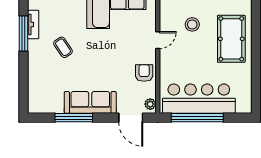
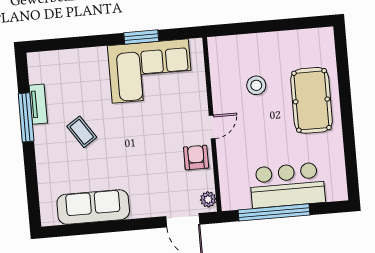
door: (158, 40) -> (212, 127), moved
bar counter: (199, 99) -> (287, 185), width x0.73
sofa: (90, 102) -> (93, 207), moved
window: (74, 118) -> (105, 227), removed

